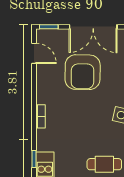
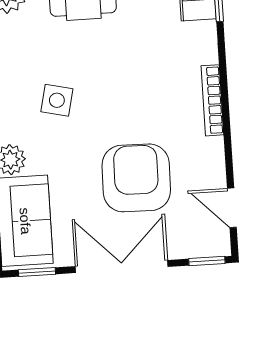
bookcase: (40, 116) -> (212, 100), width x1.56

